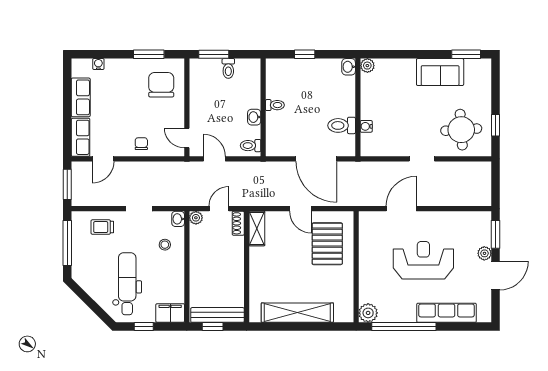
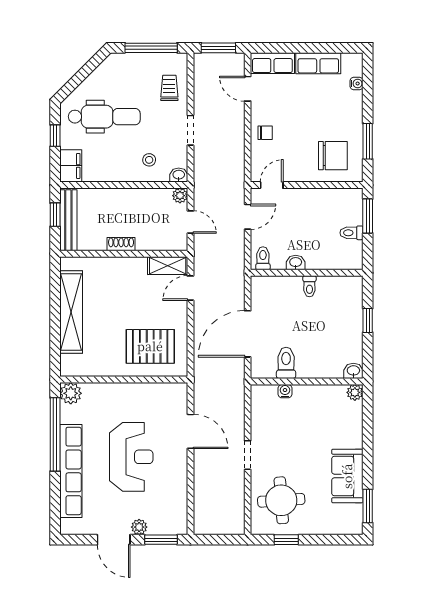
door: (300, 209) -> (190, 288), moved
shoe rack: (238, 223) -> (121, 244), moved
row of seats: (446, 313) -> (71, 471), width x1.36

